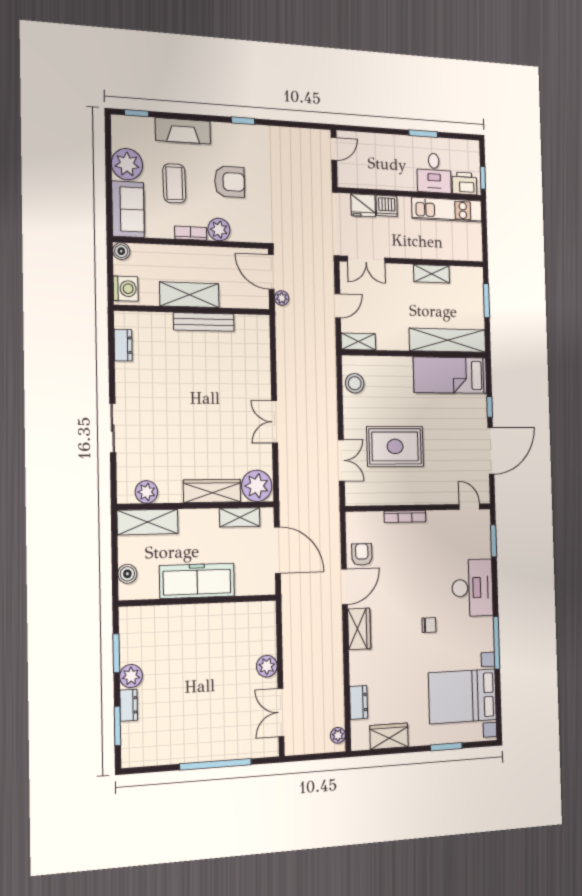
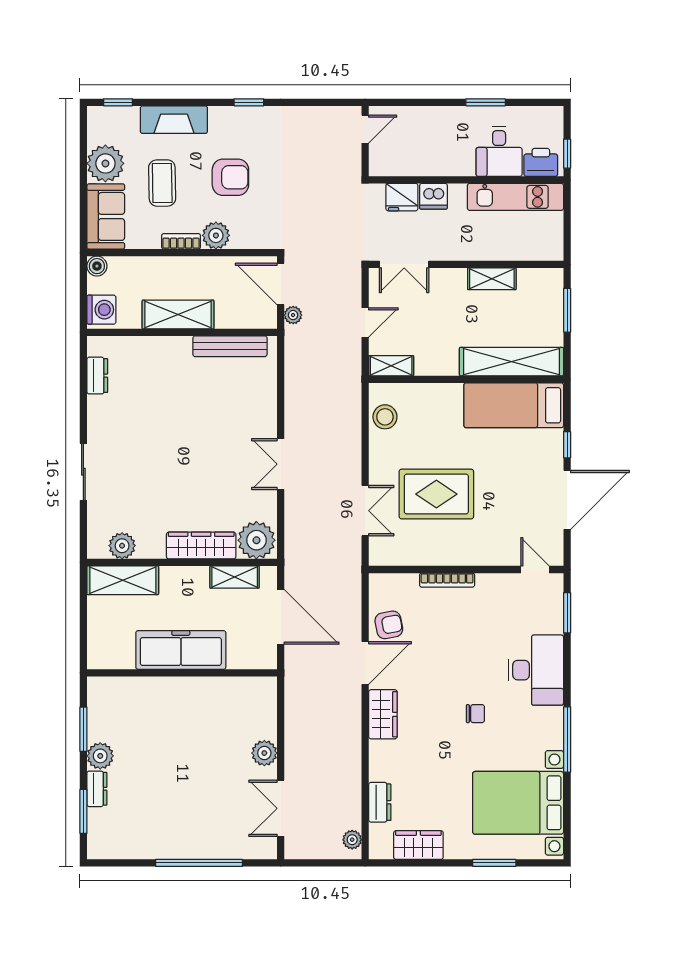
bench: (204, 322) -> (230, 346), moved
armchair: (362, 554) -> (389, 625), turned 79
boiler: (127, 574) -> (98, 639), removed

